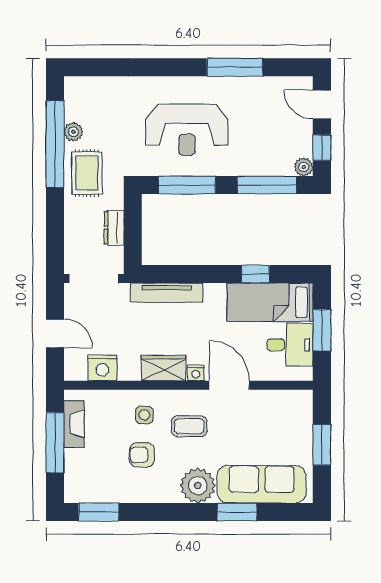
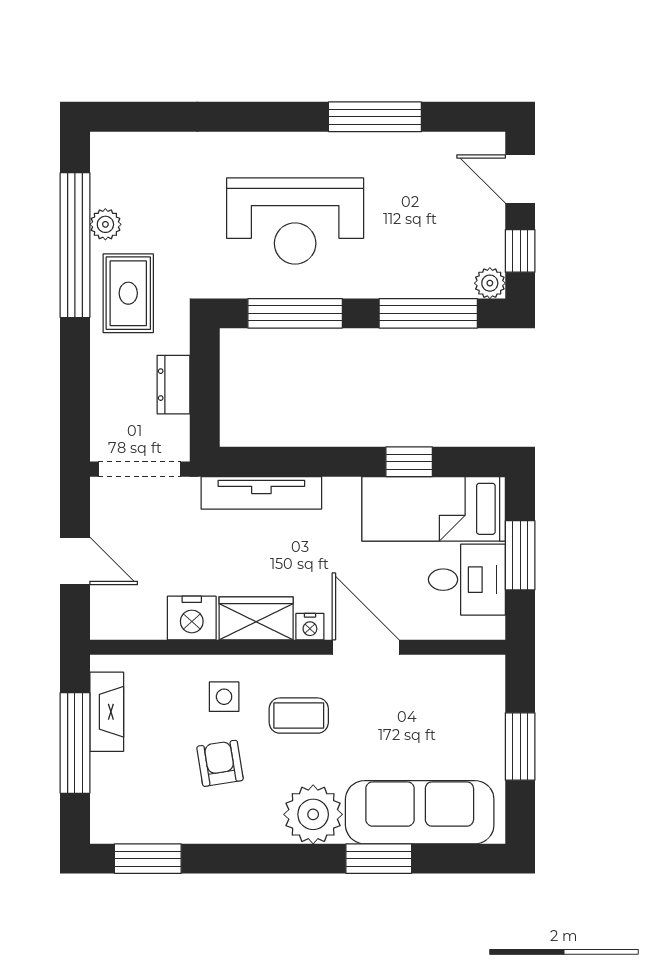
nightstand: (102, 368) -> (192, 618), moved
armchair: (142, 455) -> (220, 763), turned 81

